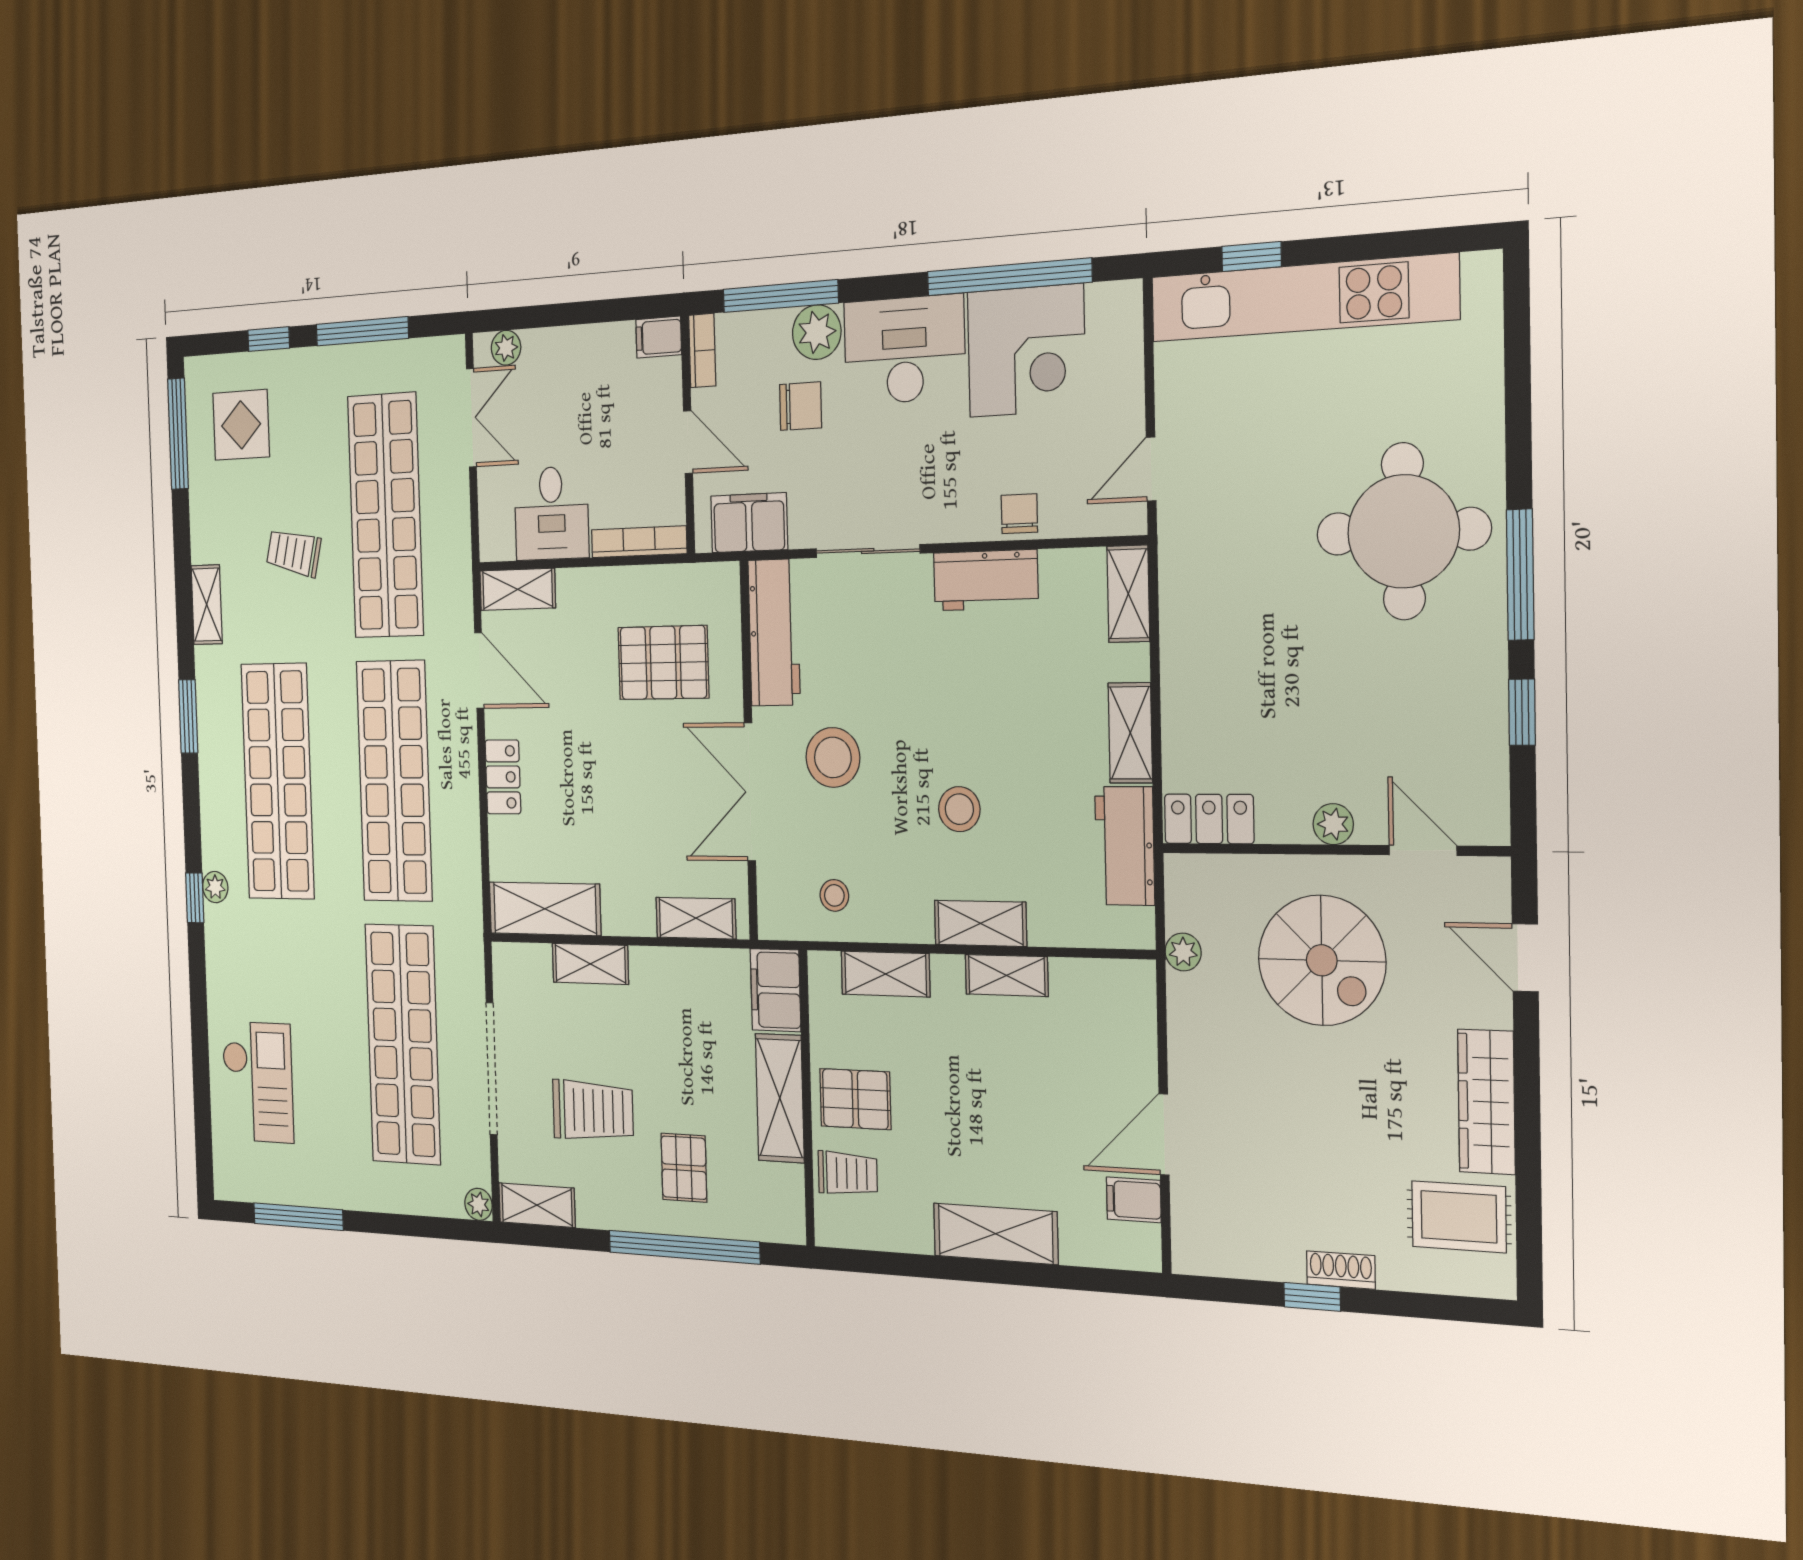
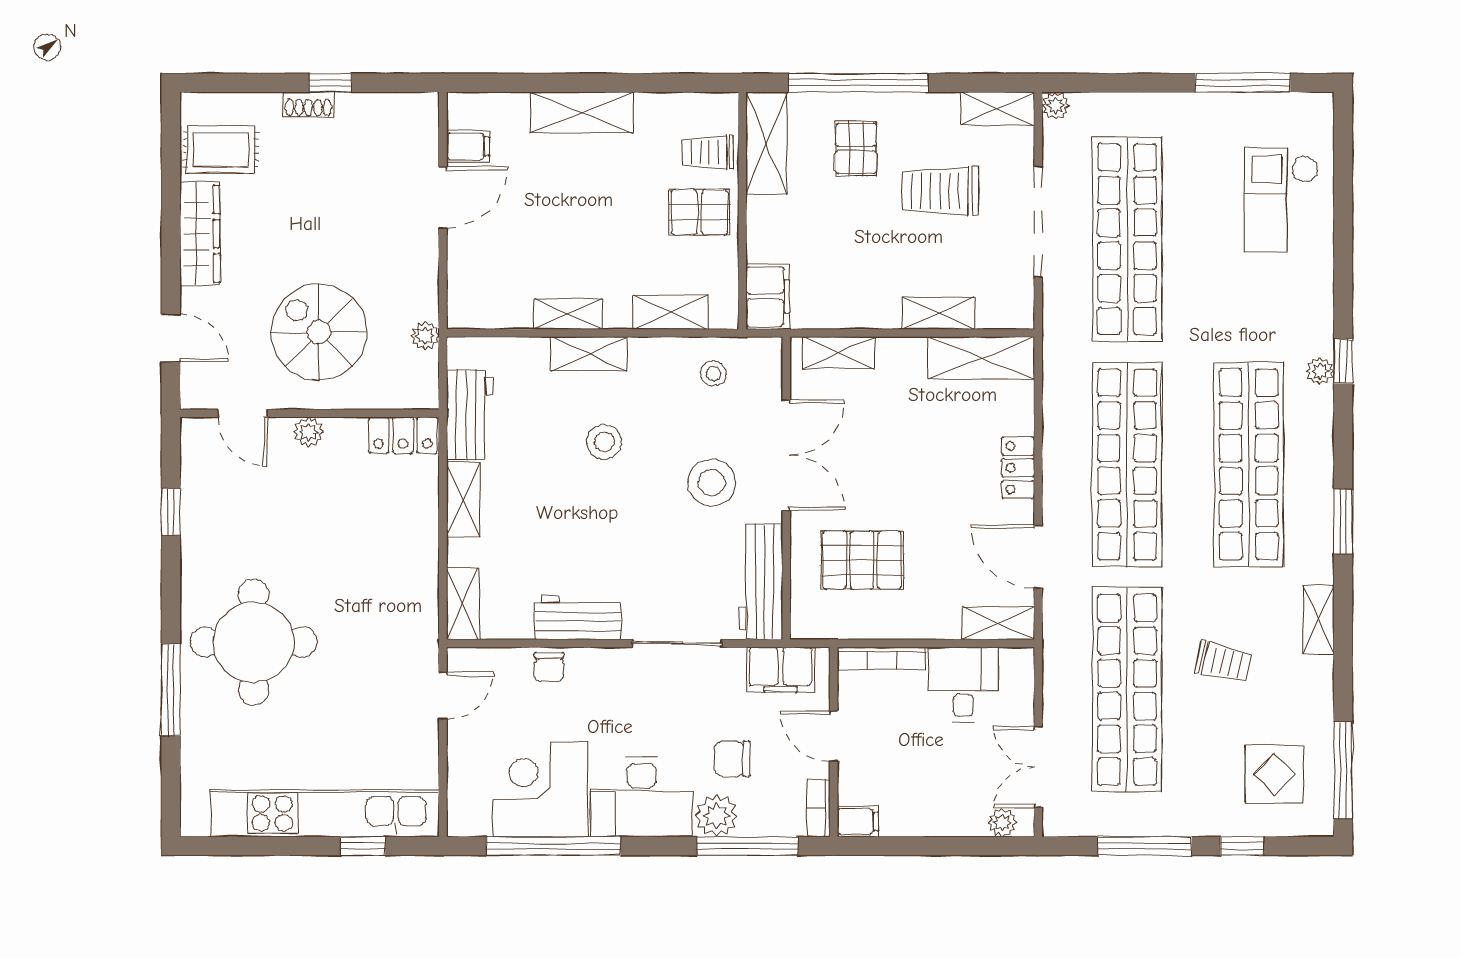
window: (1520, 575) -> (171, 690), moved
shelving: (780, 1098) -> (766, 143), moved

